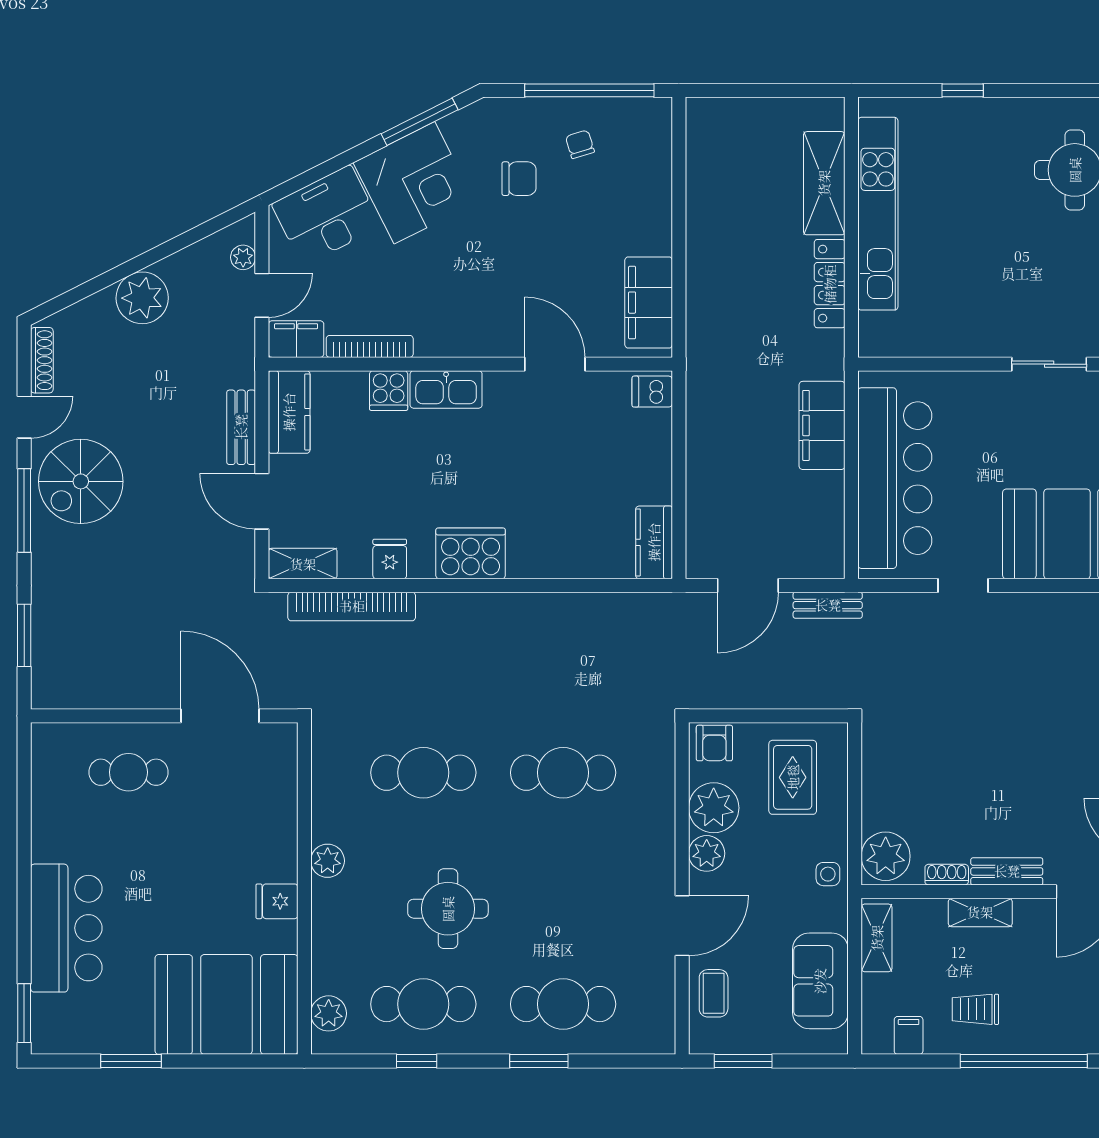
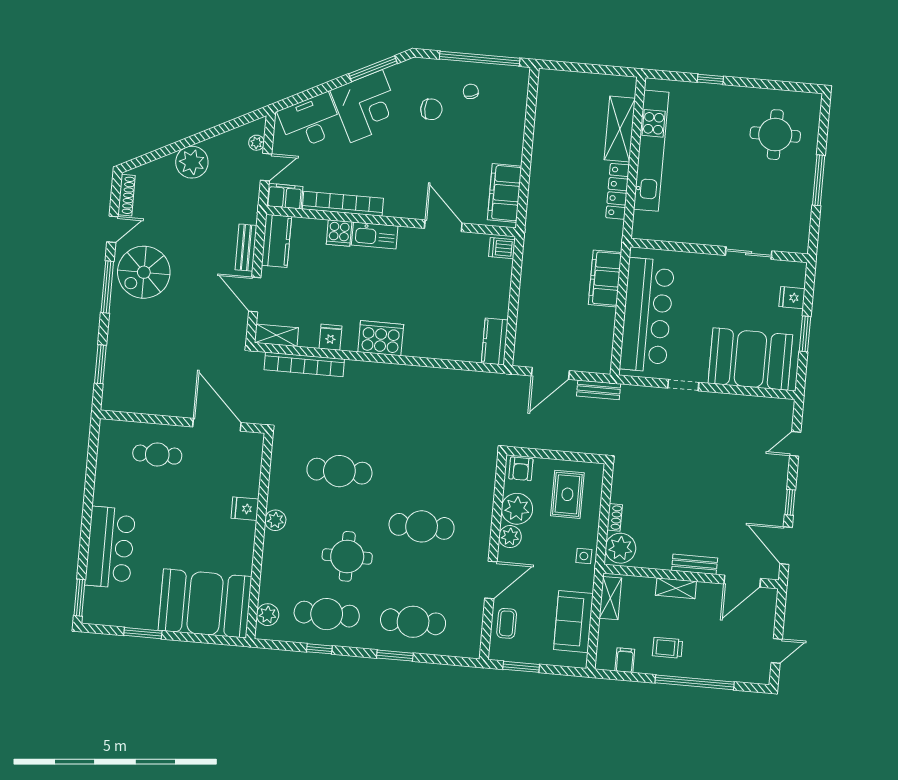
bookcase: (370, 346) -> (343, 204), width x1.48, depth x1.31
cafe table: (563, 773) -> (422, 526), moved
shoe rack: (947, 875) -> (615, 517), moved, turned 90
fridge: (277, 901) -> (245, 509), moved

